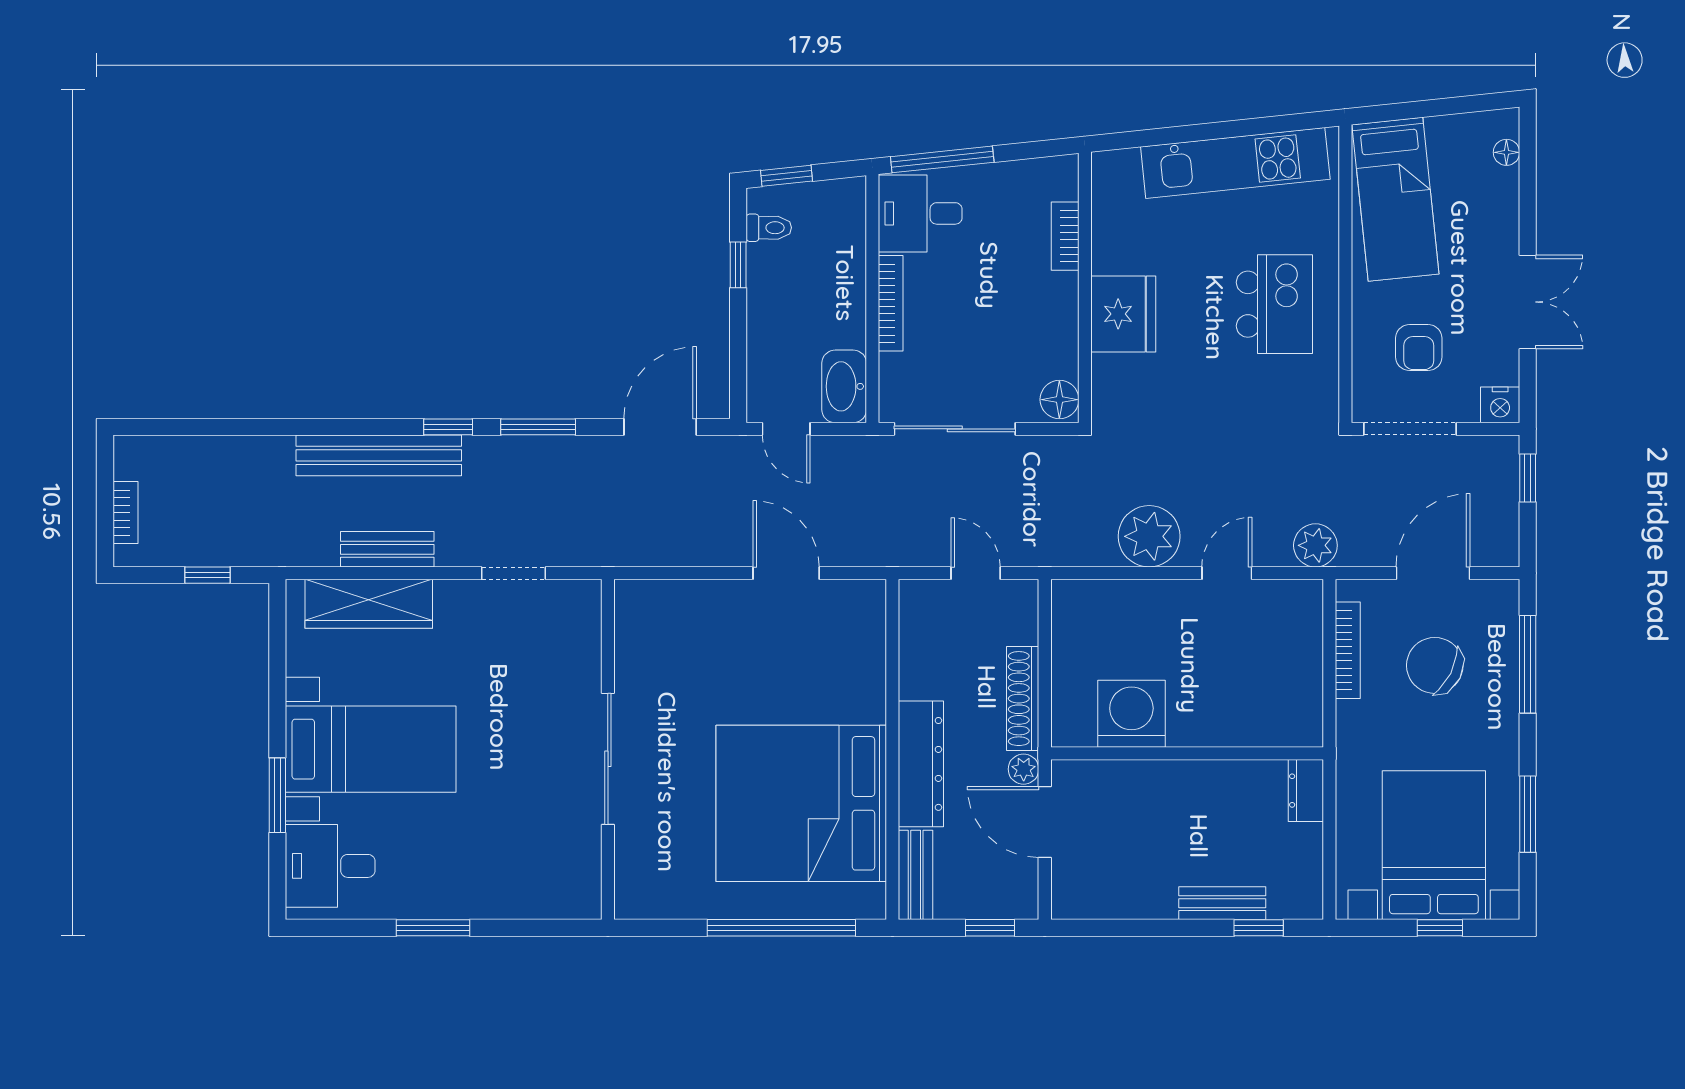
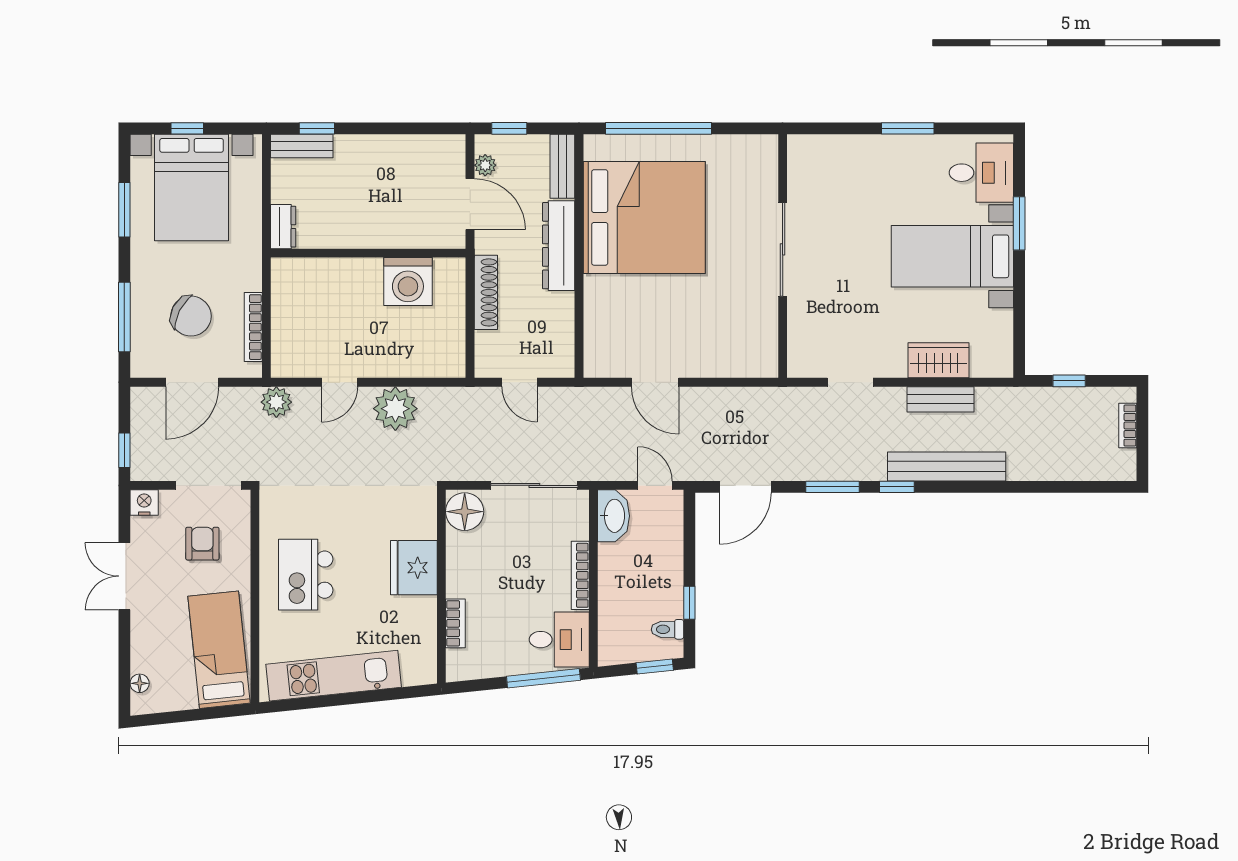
floor lamp: (1059, 400) -> (465, 512), width x1.38, depth x1.38
wardrobe: (369, 604) -> (938, 360), width x0.67
plant: (1024, 769) -> (485, 165), moved
bench: (1222, 903) -> (302, 146), moved

